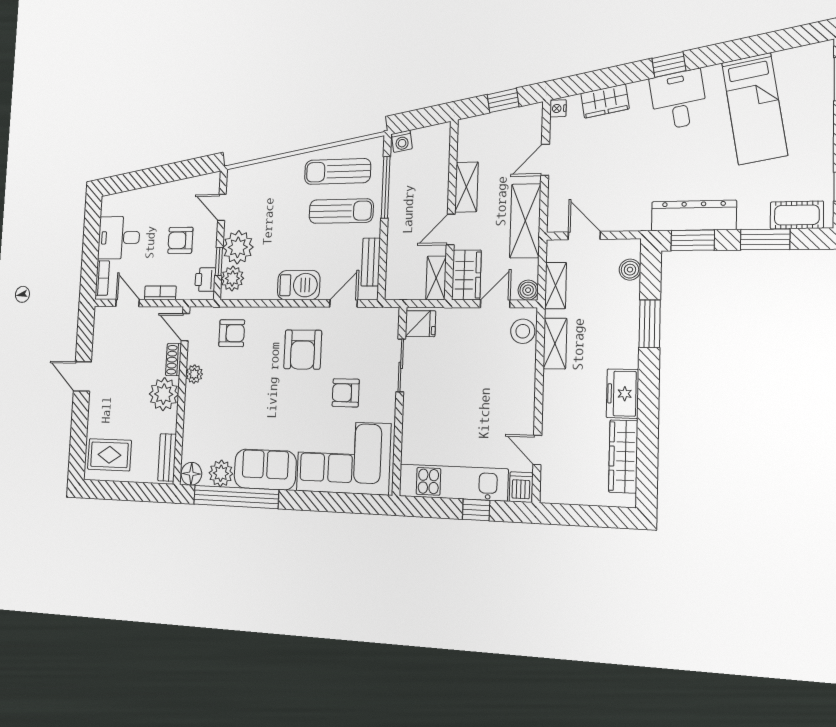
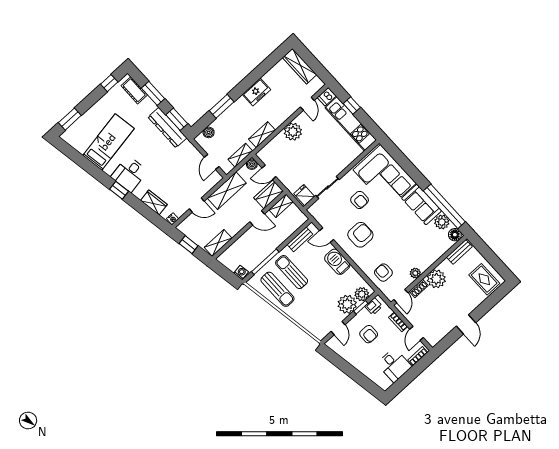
shelving: (466, 187) -> (218, 243), moved
stool: (523, 331) -> (269, 151), removed
plant: (518, 391) -> (293, 132), added
wardrobe: (623, 456) -> (300, 66), moved, turned 90

